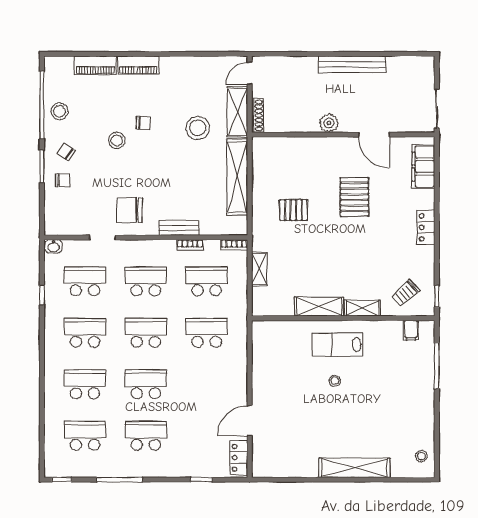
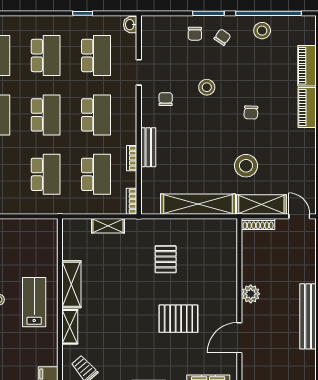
stool: (117, 140) -> (207, 87), moved
chair: (130, 210) -> (166, 99), width x0.54, depth x0.54

